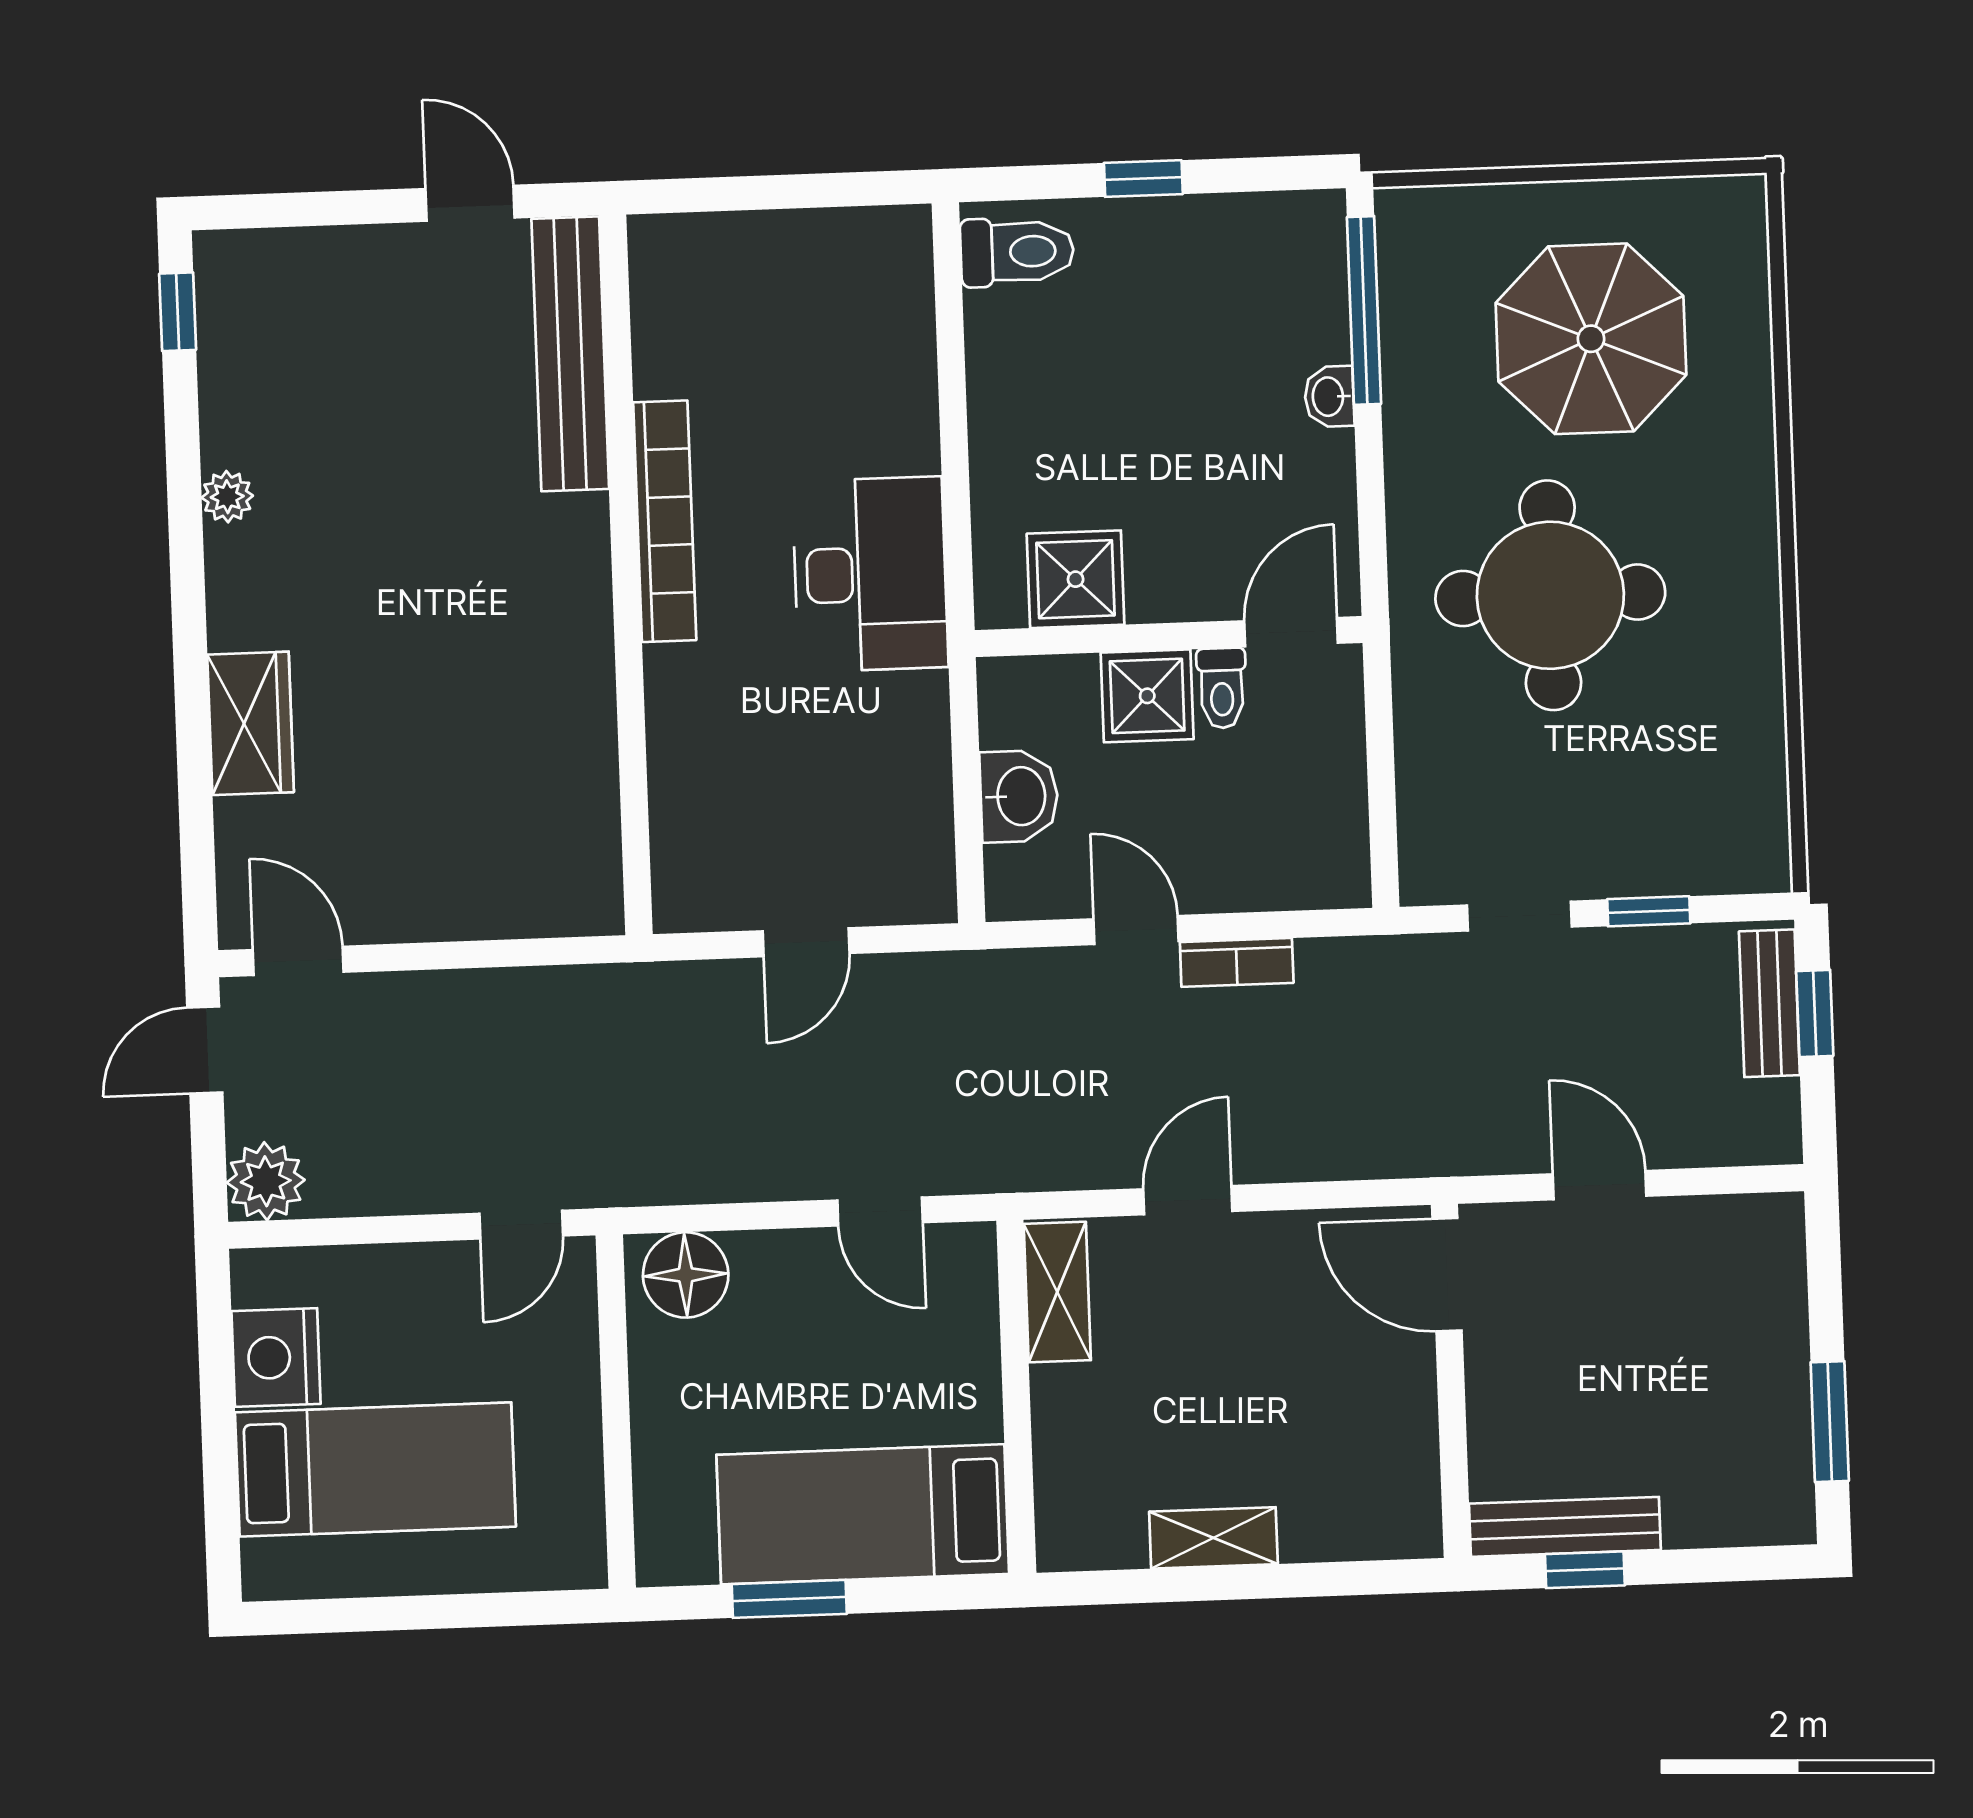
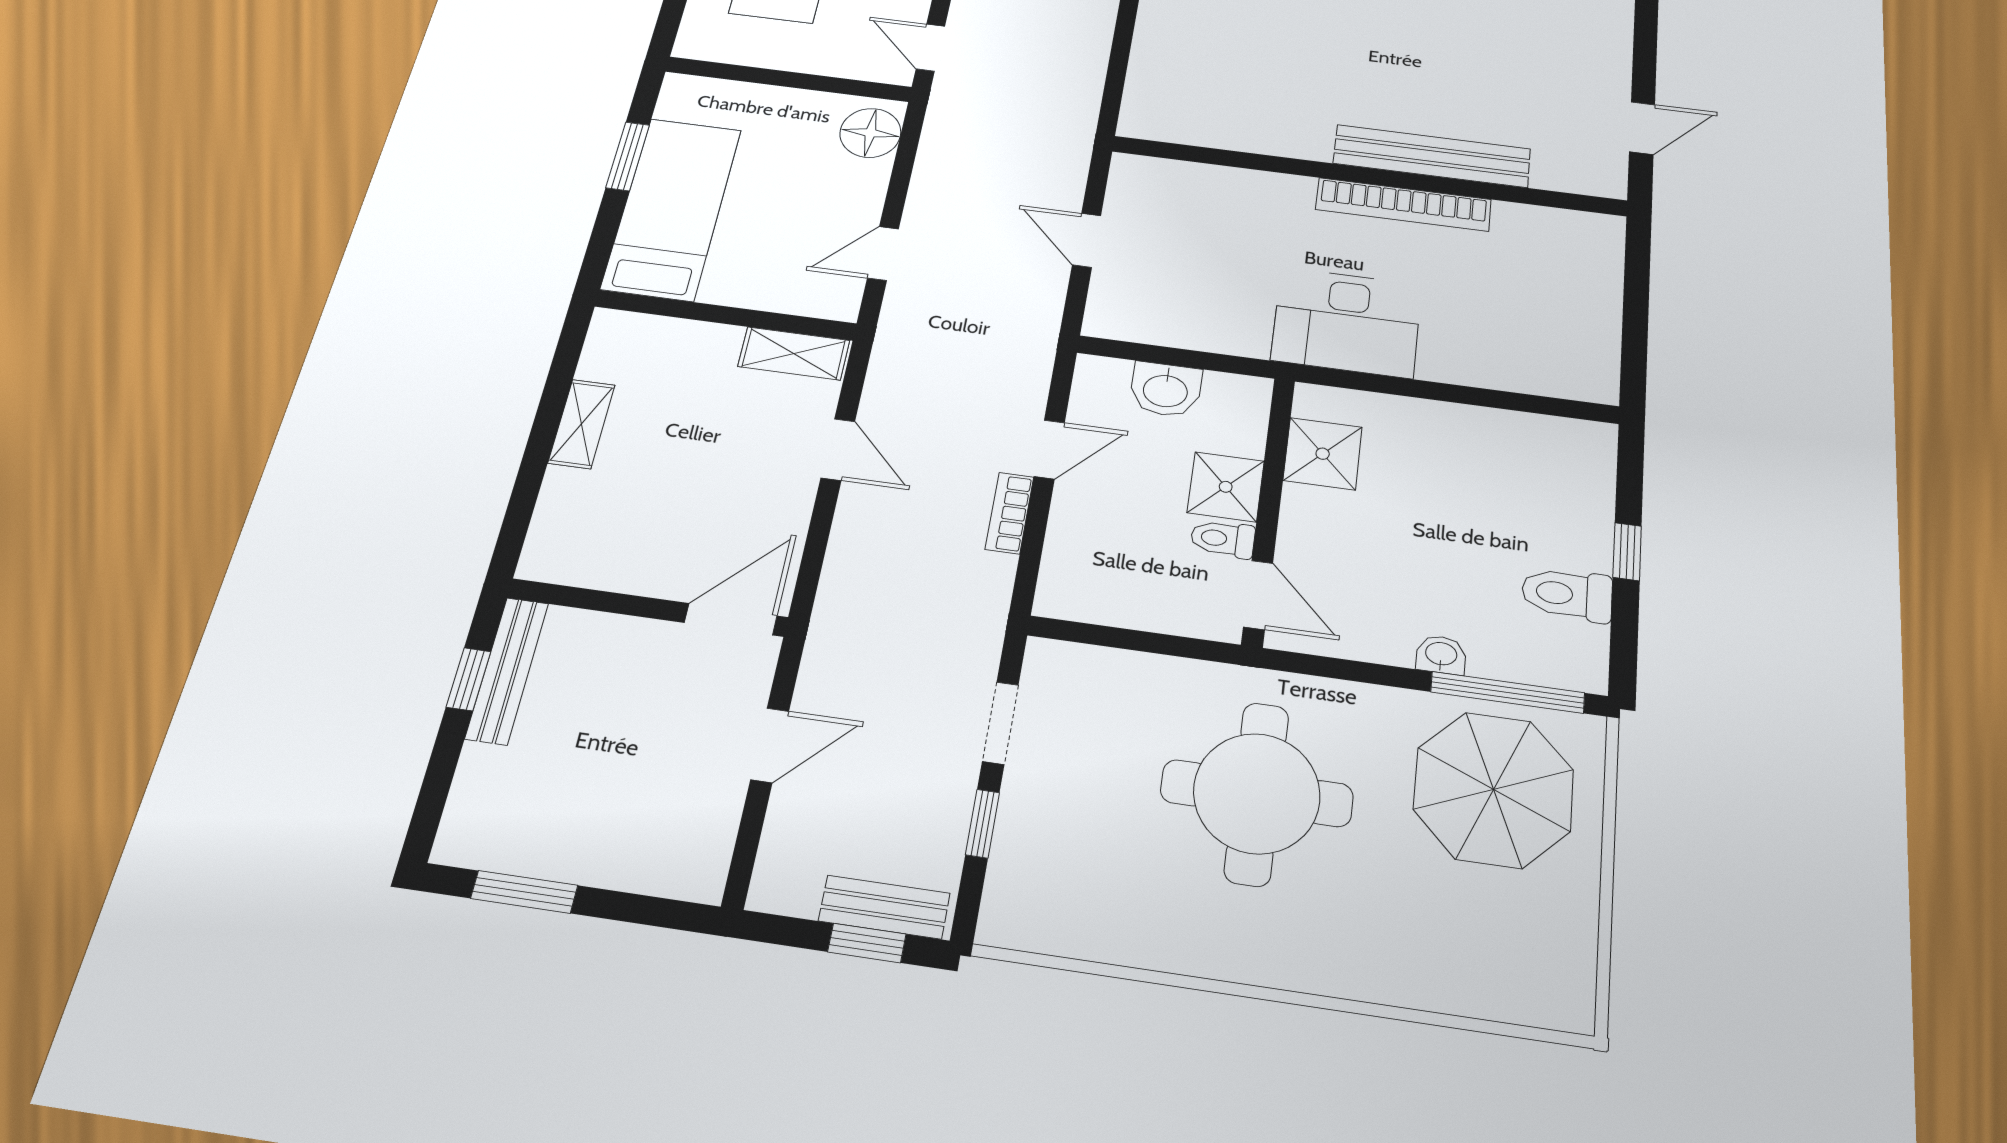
toilet: (1017, 252) -> (1567, 594), moved, turned 90
parasol: (1591, 339) -> (1494, 790), moved
bench: (570, 354) -> (1432, 156), moved

